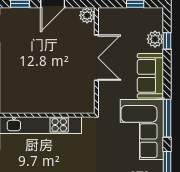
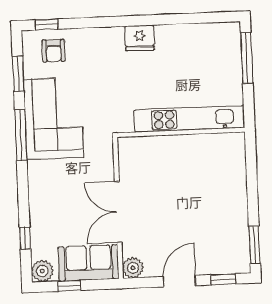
plant: (155, 39) -> (42, 271), moved
sofa: (150, 76) -> (88, 263), moved, turned -90

